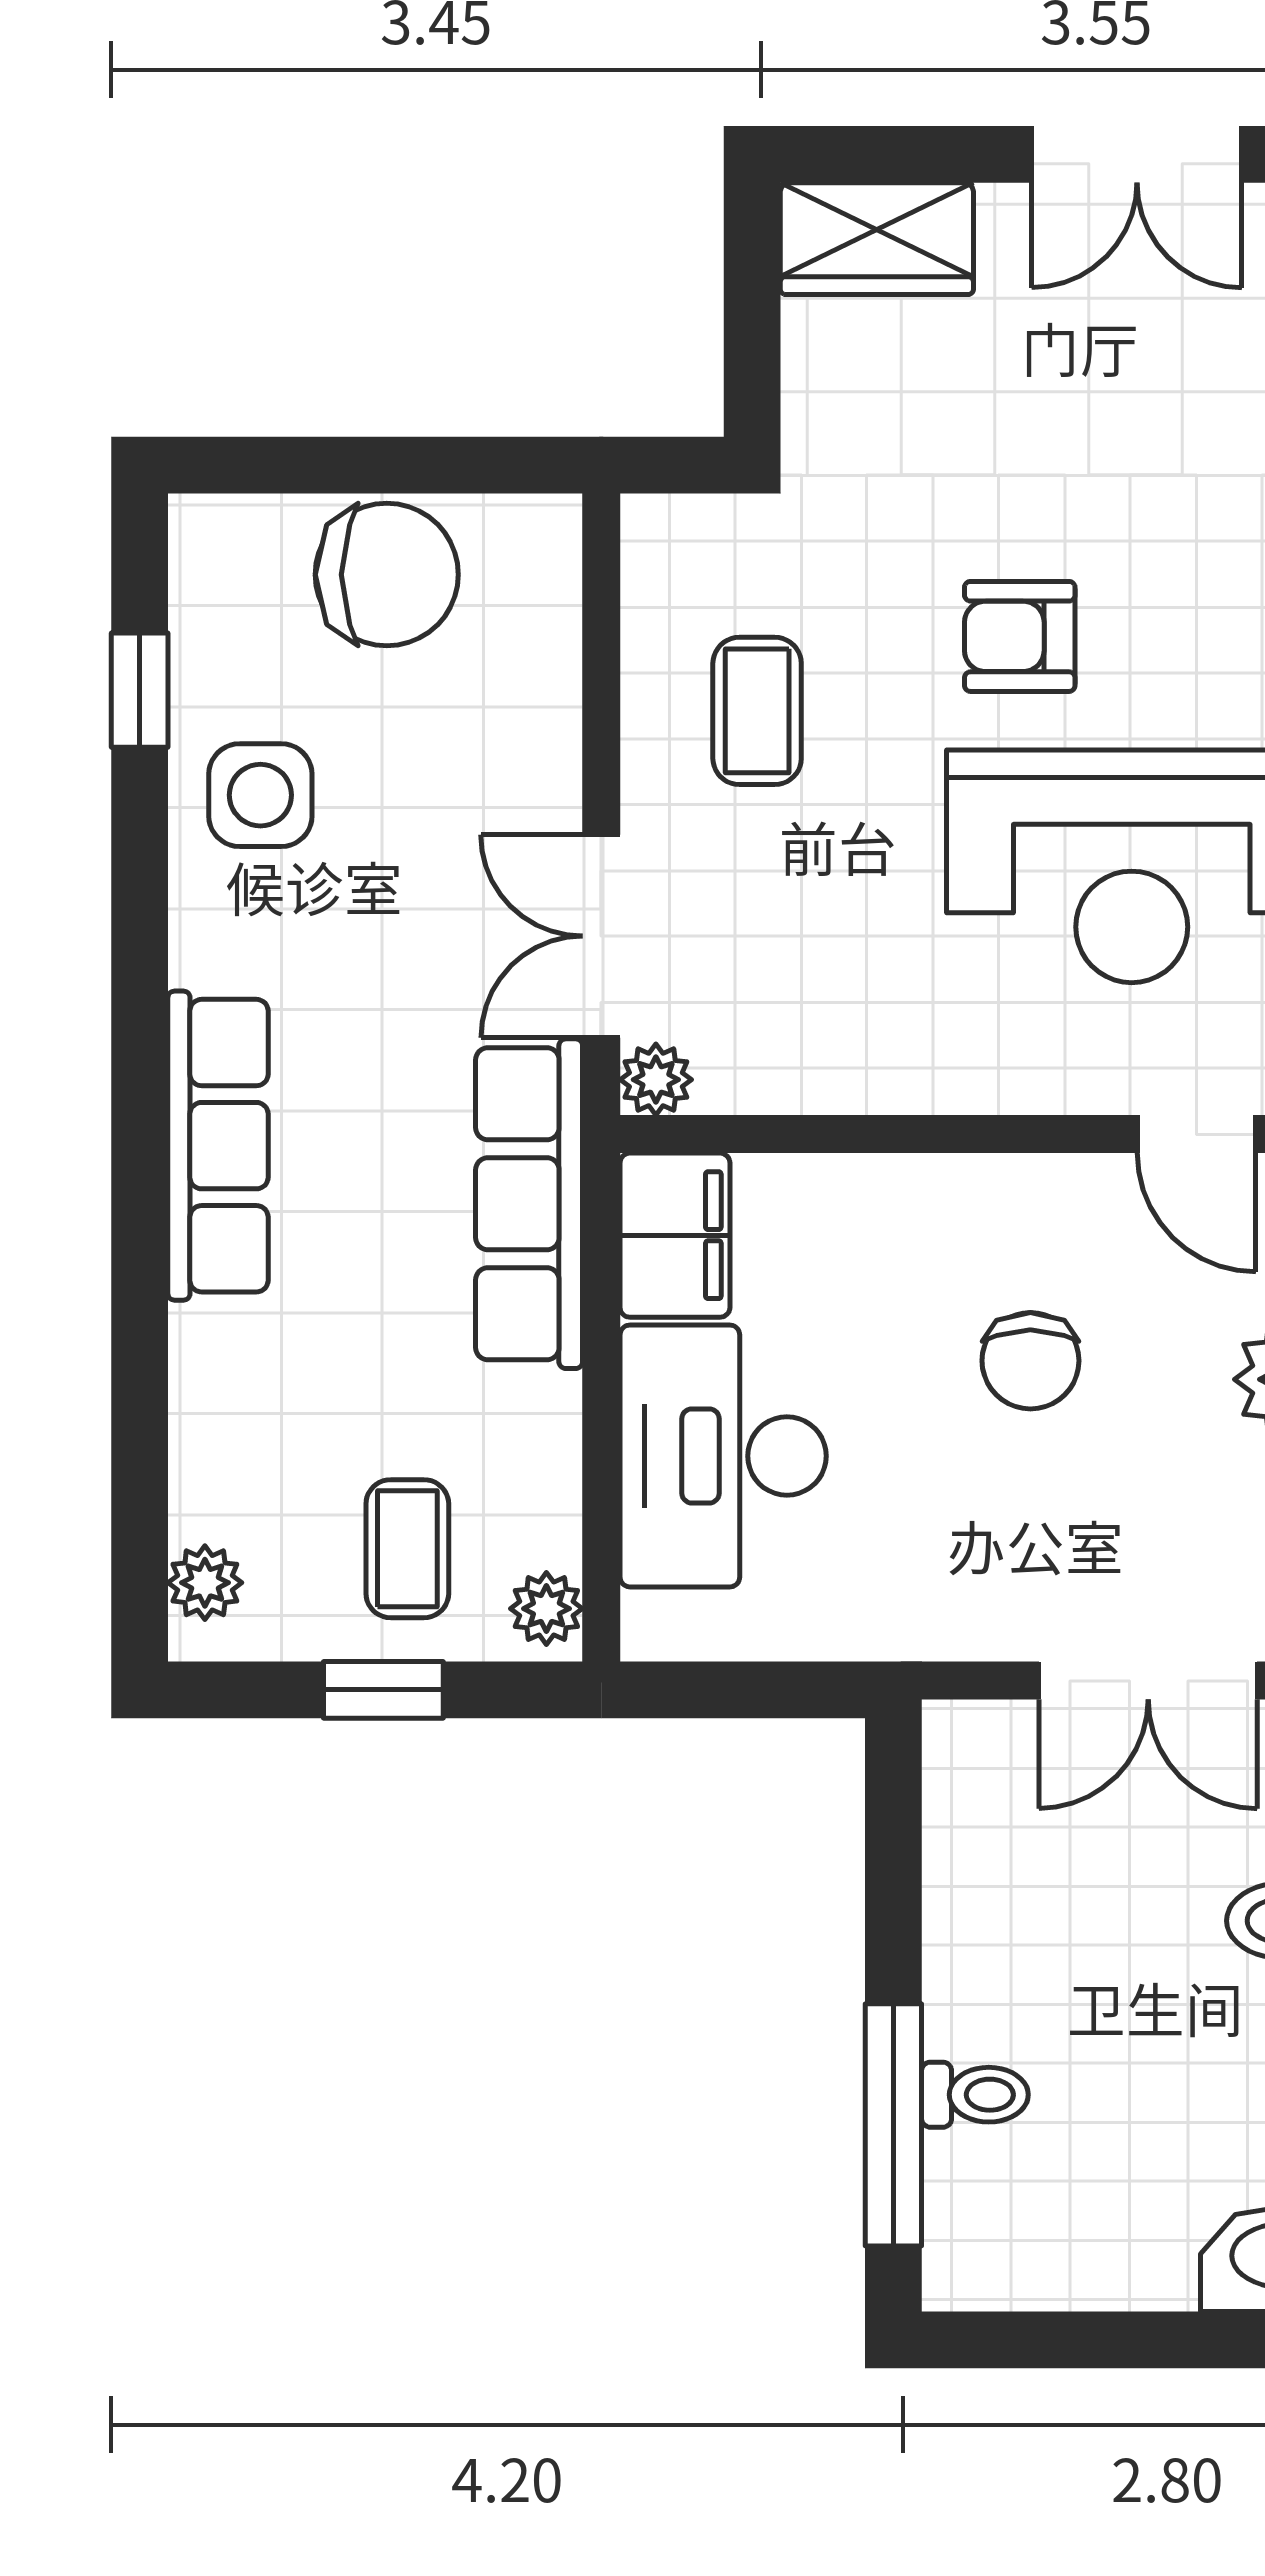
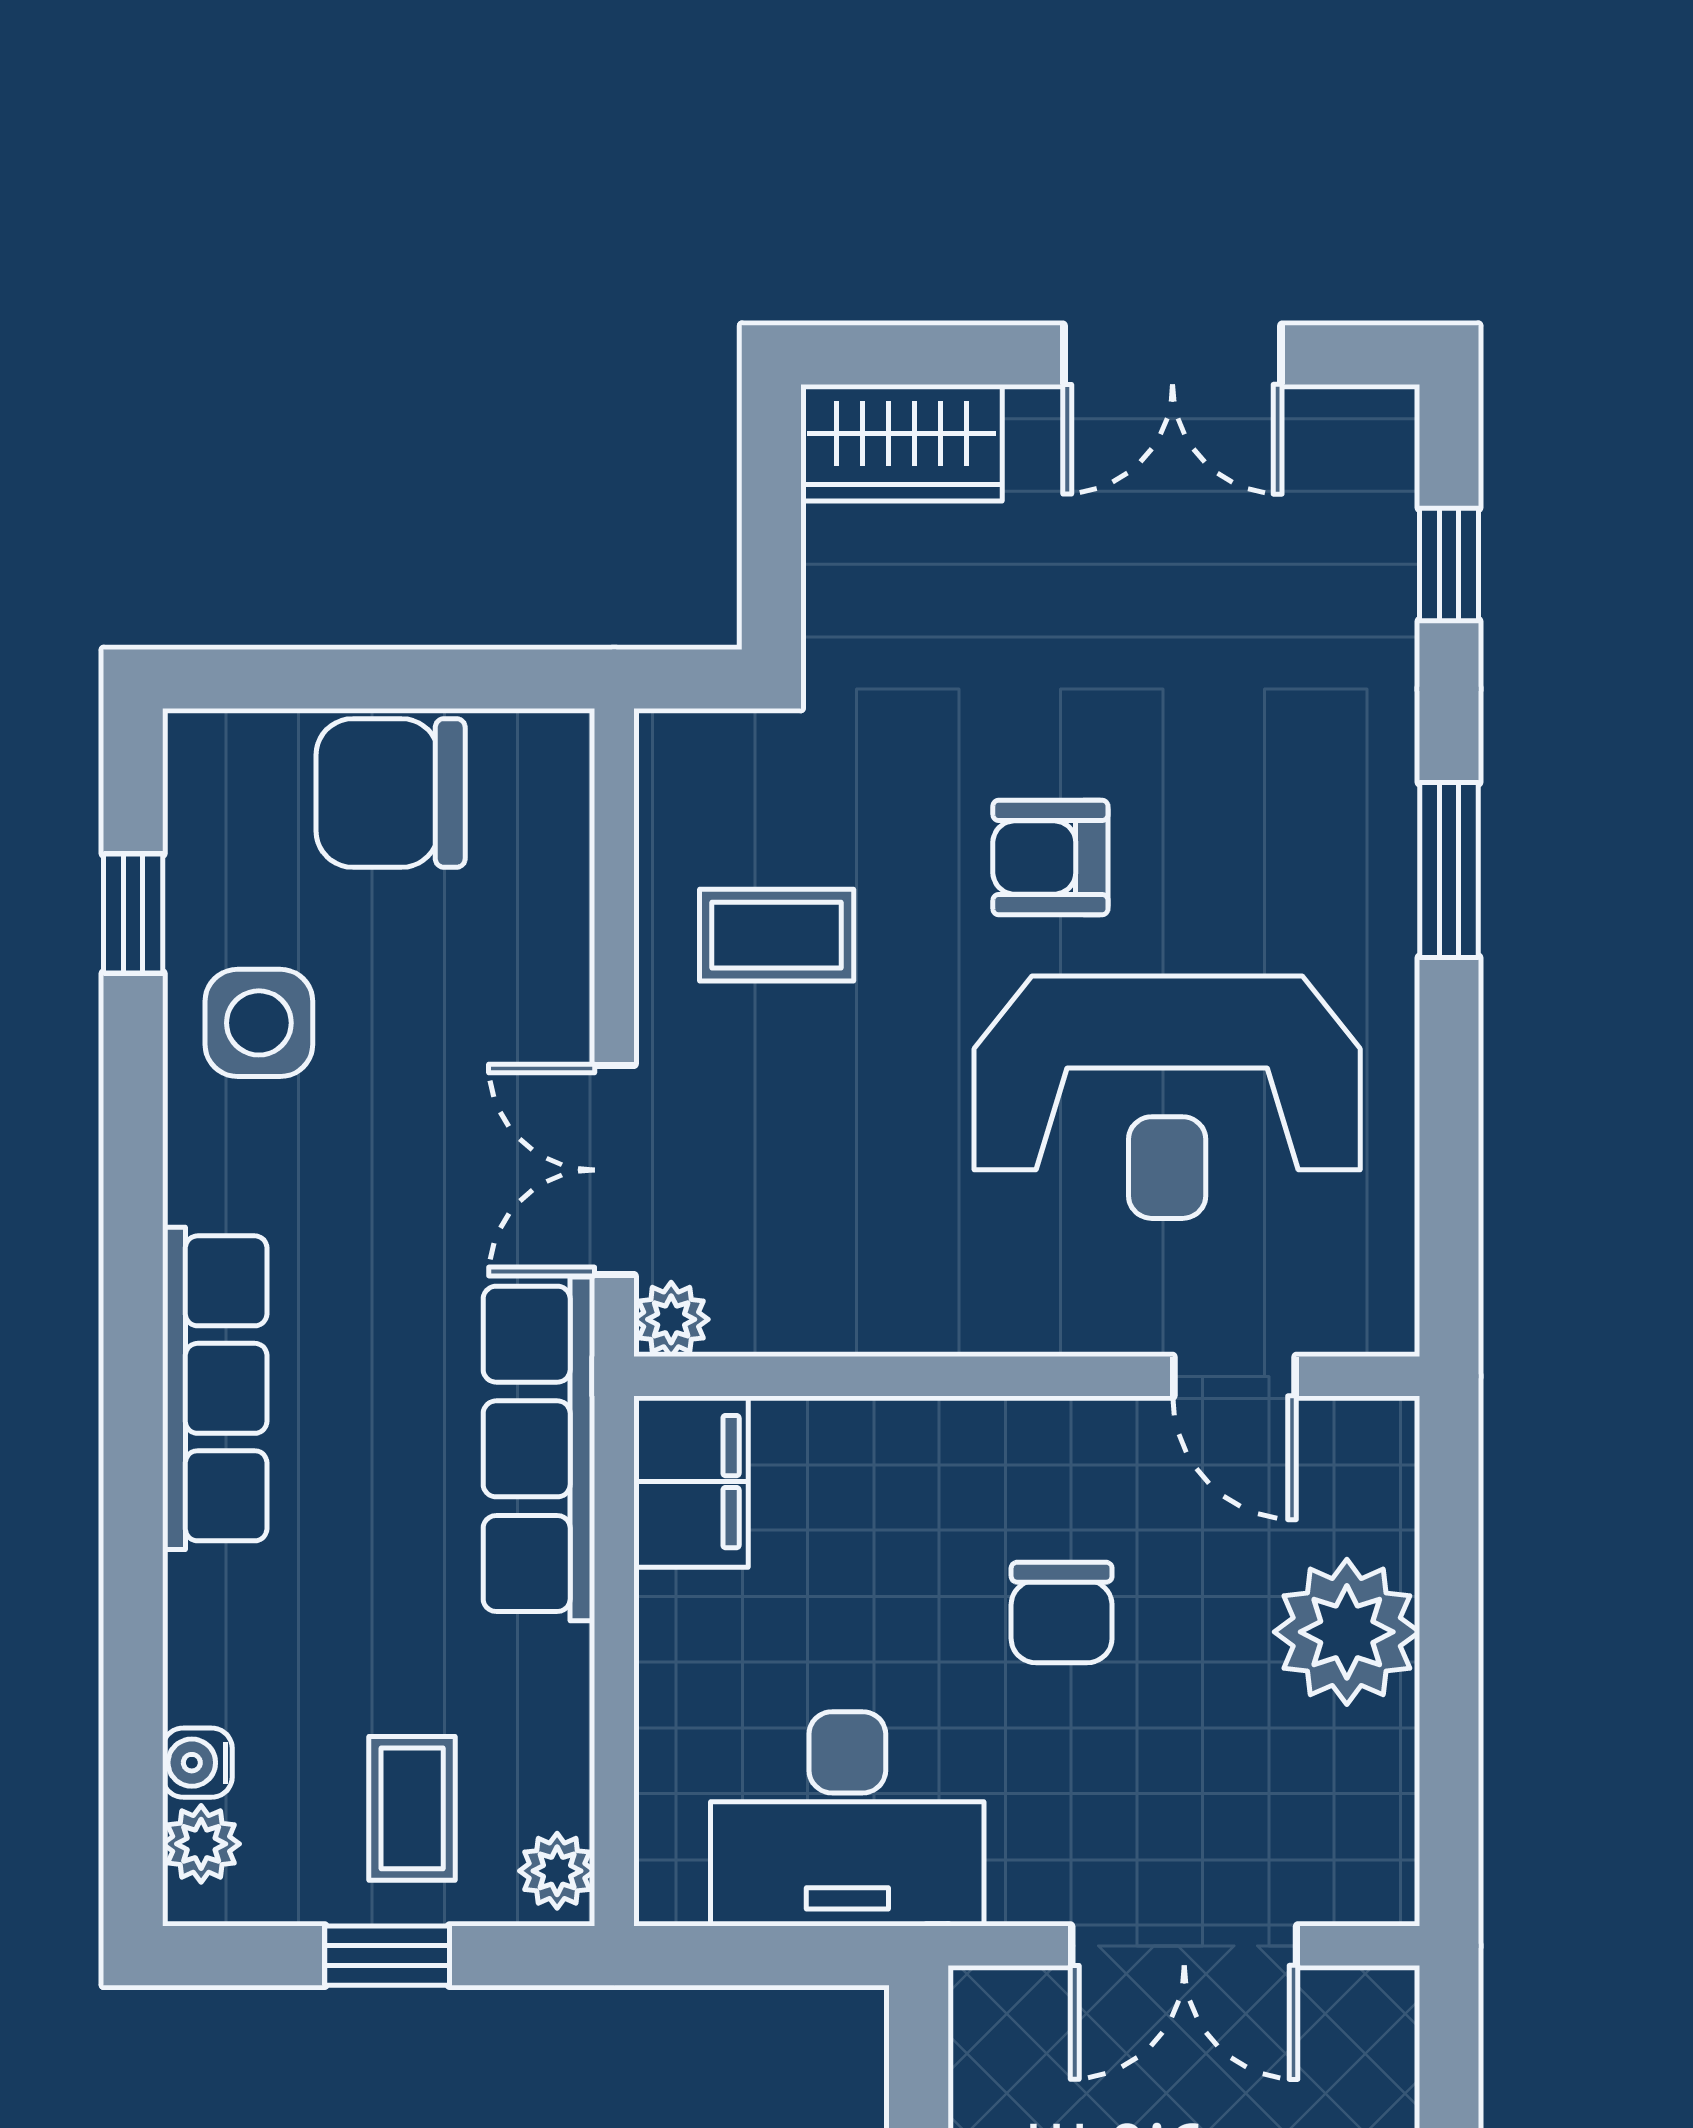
chair: (387, 575) -> (391, 793), turned 180
coffee table: (757, 711) -> (777, 935), turned 90
desk: (723, 1456) -> (847, 1819), moved, turned -90
water cooler: (201, 1505) -> (197, 1763), added

